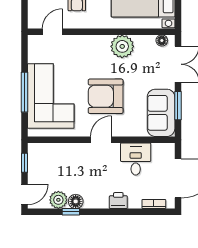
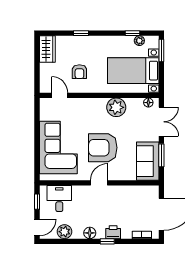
door: (52, 32) -> (60, 95), hinge flipped
window: (24, 92) -> (37, 144), removed
desk: (136, 159) -> (59, 199), moved
floor lamp: (76, 201) -> (90, 233), moved
window: (71, 212) -> (107, 241), moved

